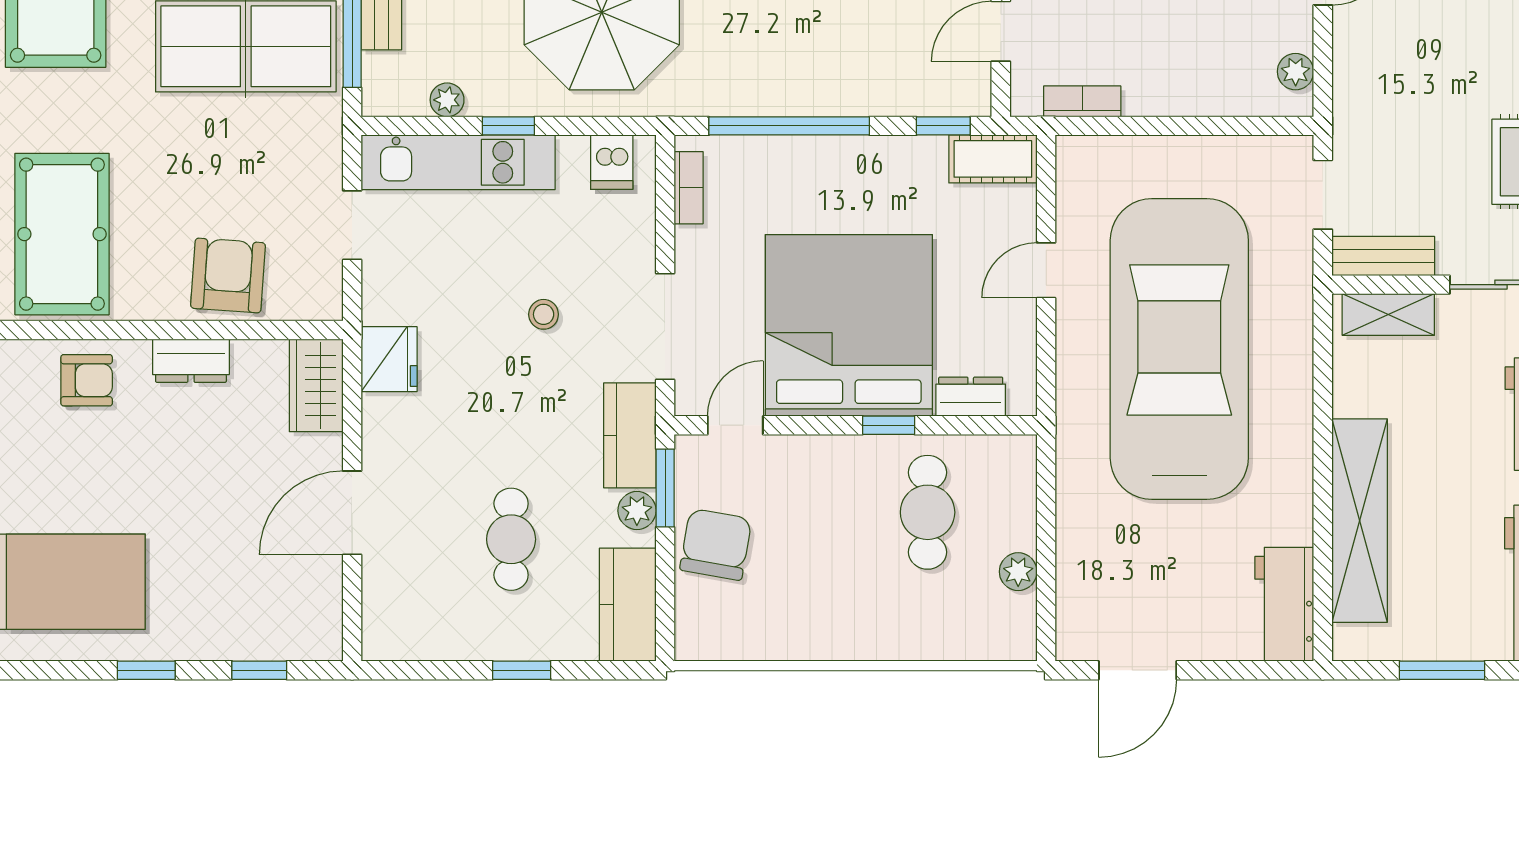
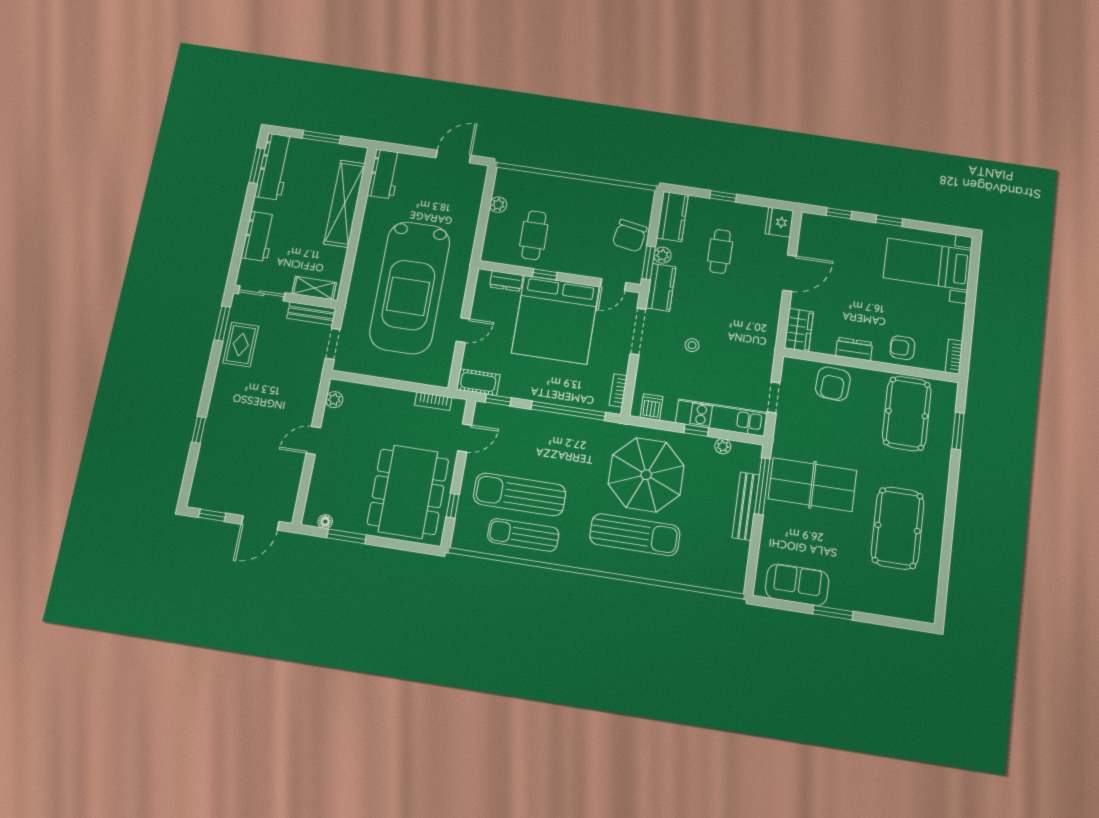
fridge: (389, 359) -> (779, 222), moved

